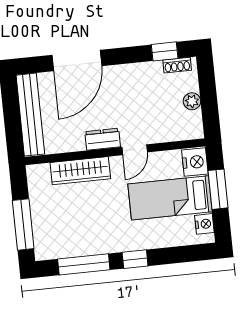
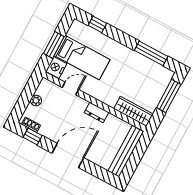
door: (77, 61) -> (68, 155), moved
door: (135, 150) -> (70, 89), moved
wardrobe: (80, 171) -> (133, 111), moved
nightstand: (204, 224) -> (73, 32), removed
window: (135, 259) -> (97, 24), moved

